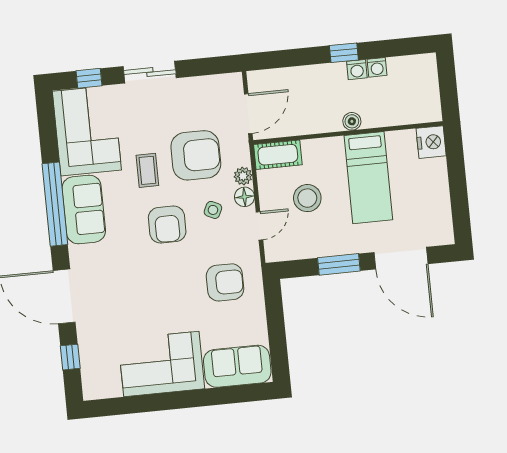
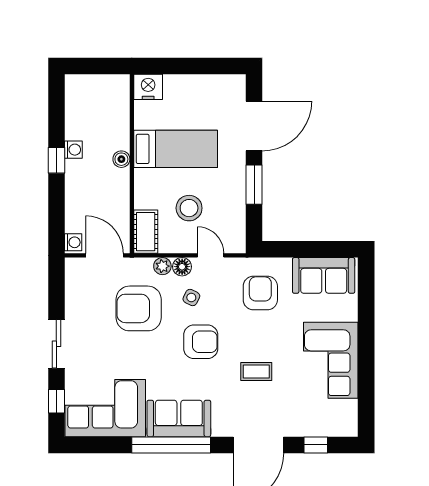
washing machine: (377, 67) -> (73, 242), moved
armchair: (196, 155) -> (139, 308), turned -90
coffee table: (147, 170) -> (256, 372), moved
sofa: (237, 366) -> (324, 275), moved, turned -90

